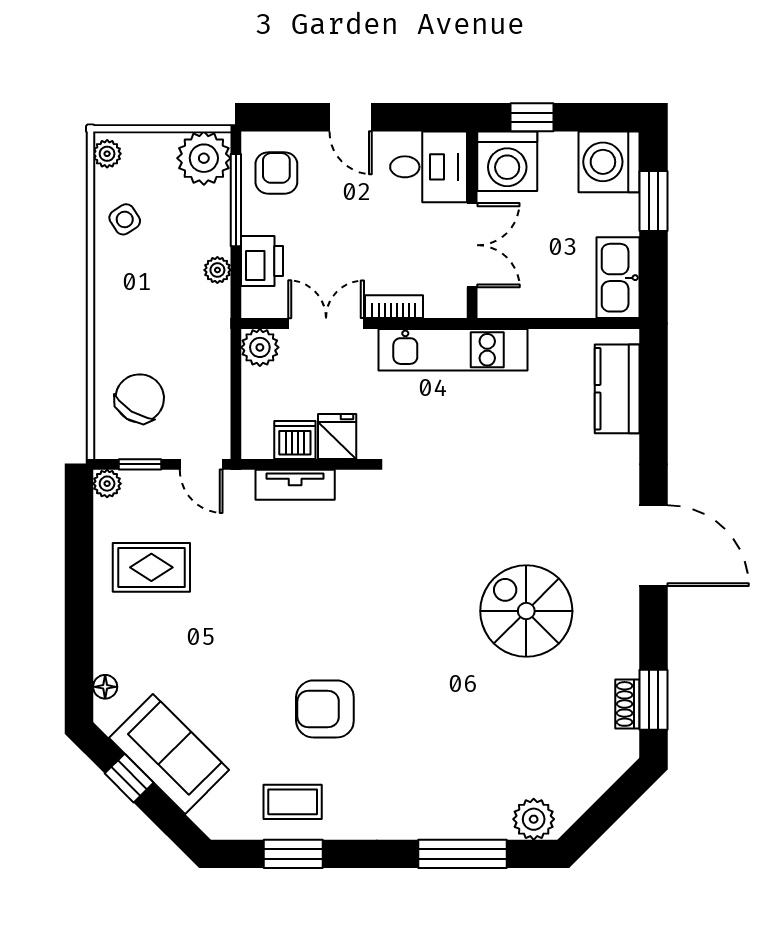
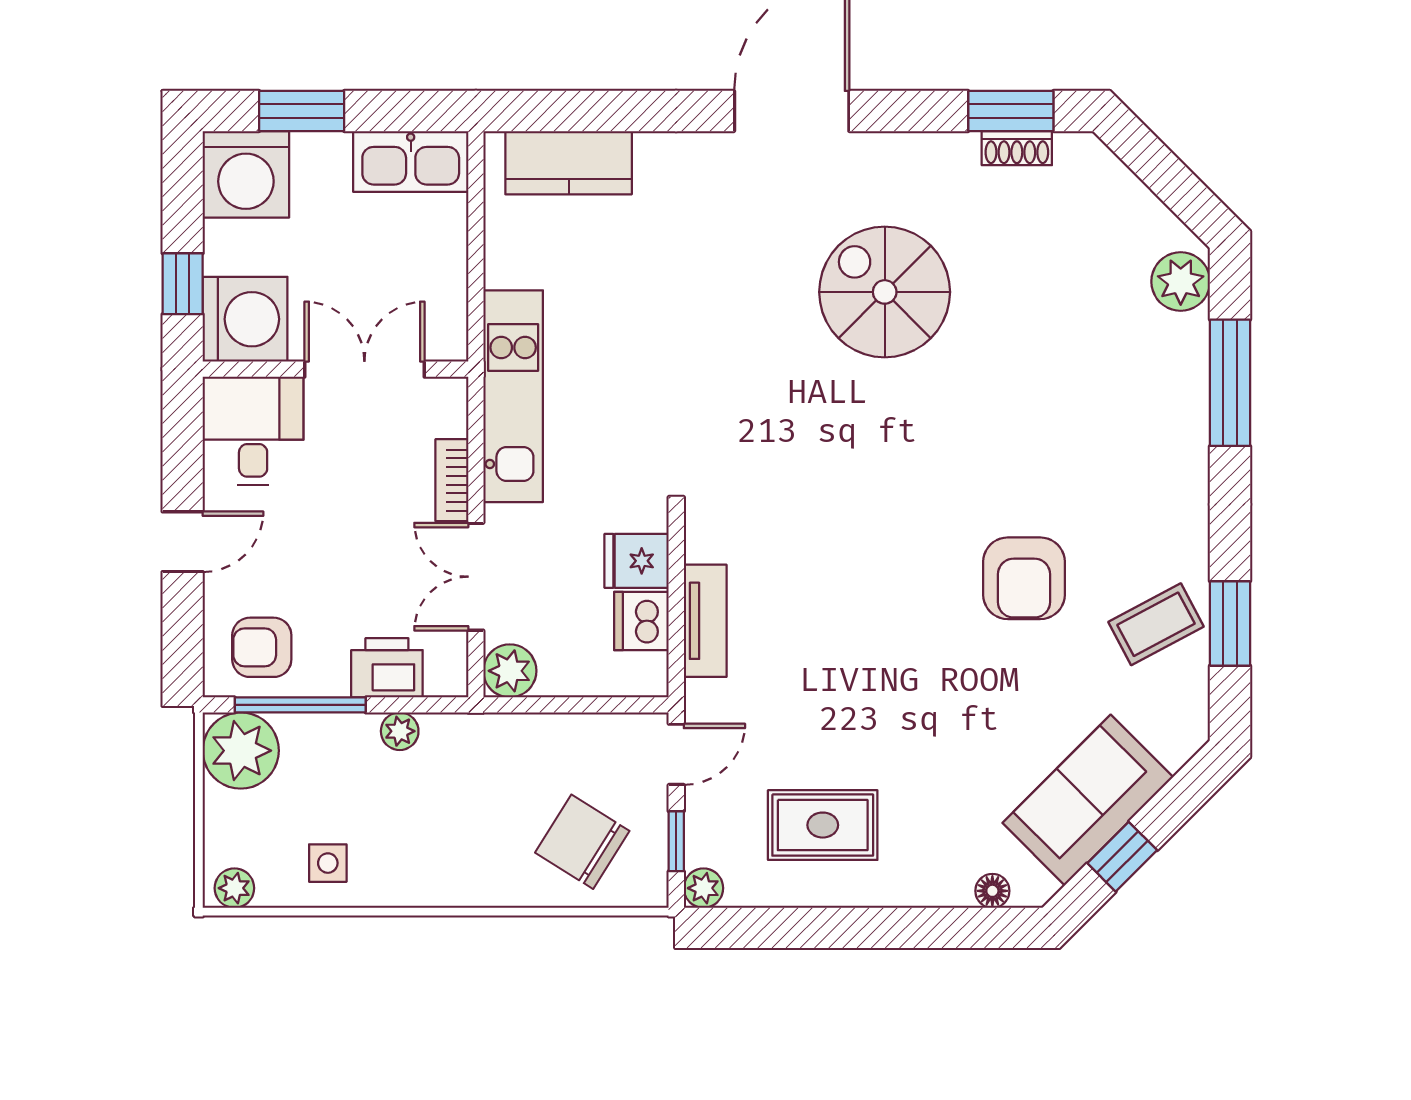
side table: (125, 219) -> (328, 863), turned 33
rug: (151, 567) -> (823, 825), turned 90
spiral stairs: (526, 611) -> (885, 292), turned 90
coffee table: (293, 802) -> (1156, 624), turned 62

